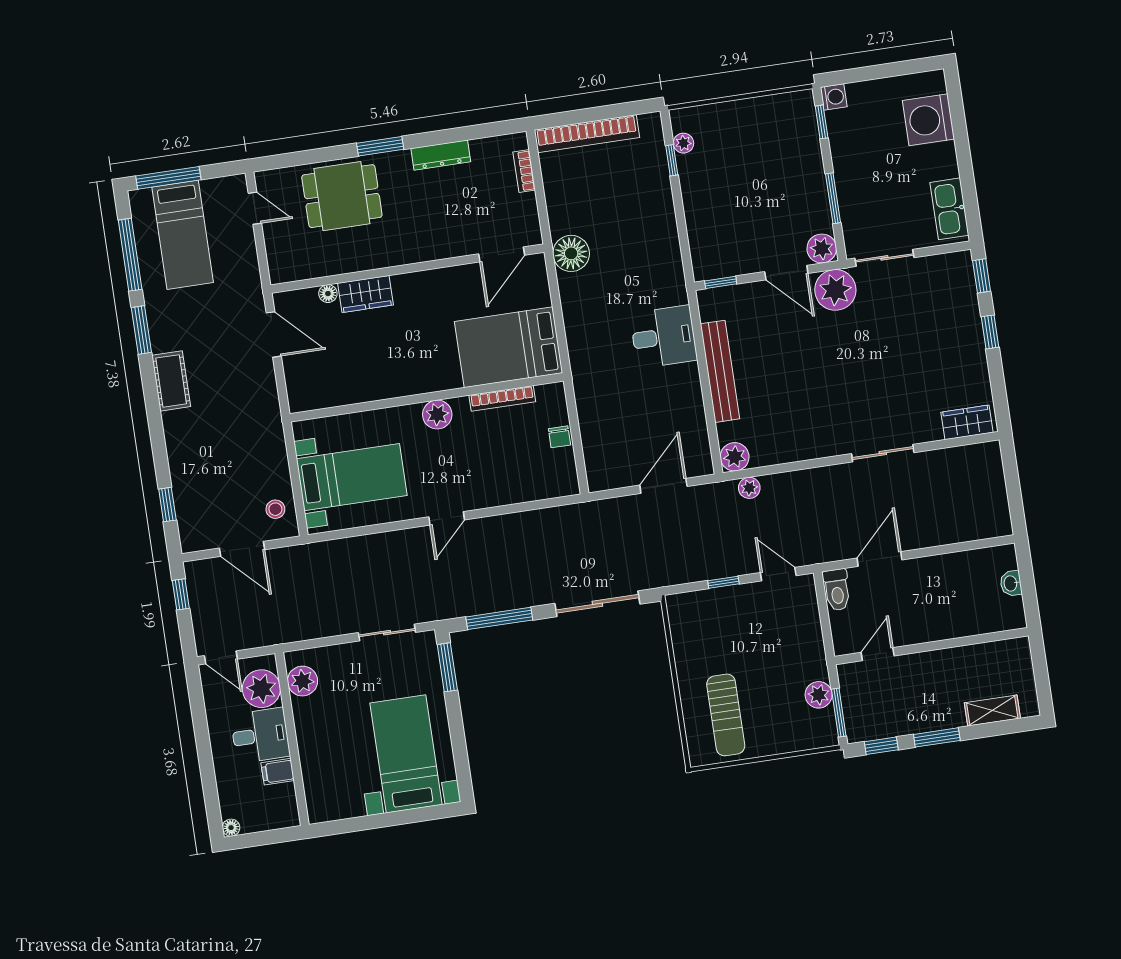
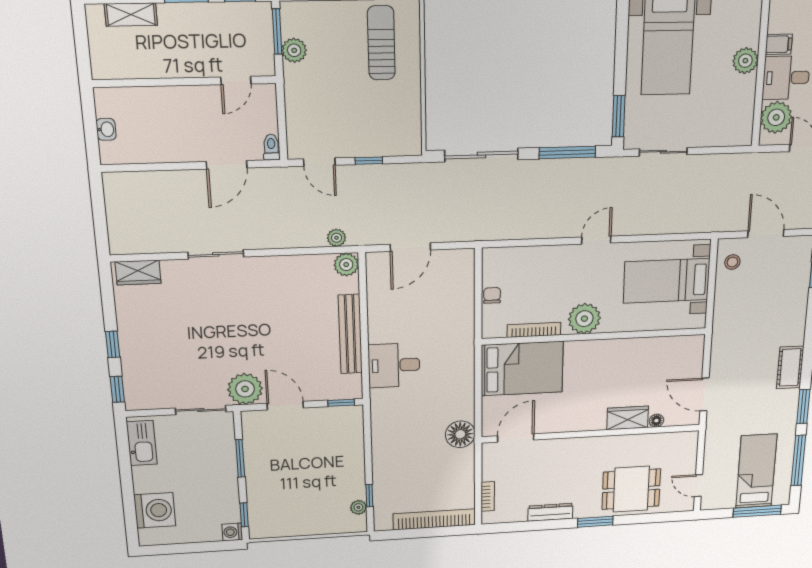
plant: (822, 248) -> (253, 421), removed
plant: (437, 415) -> (584, 319), width x1.36, depth x1.36
toilet: (837, 590) -> (271, 147), width x0.73, depth x0.72
plant: (302, 681) -> (745, 61), moved

